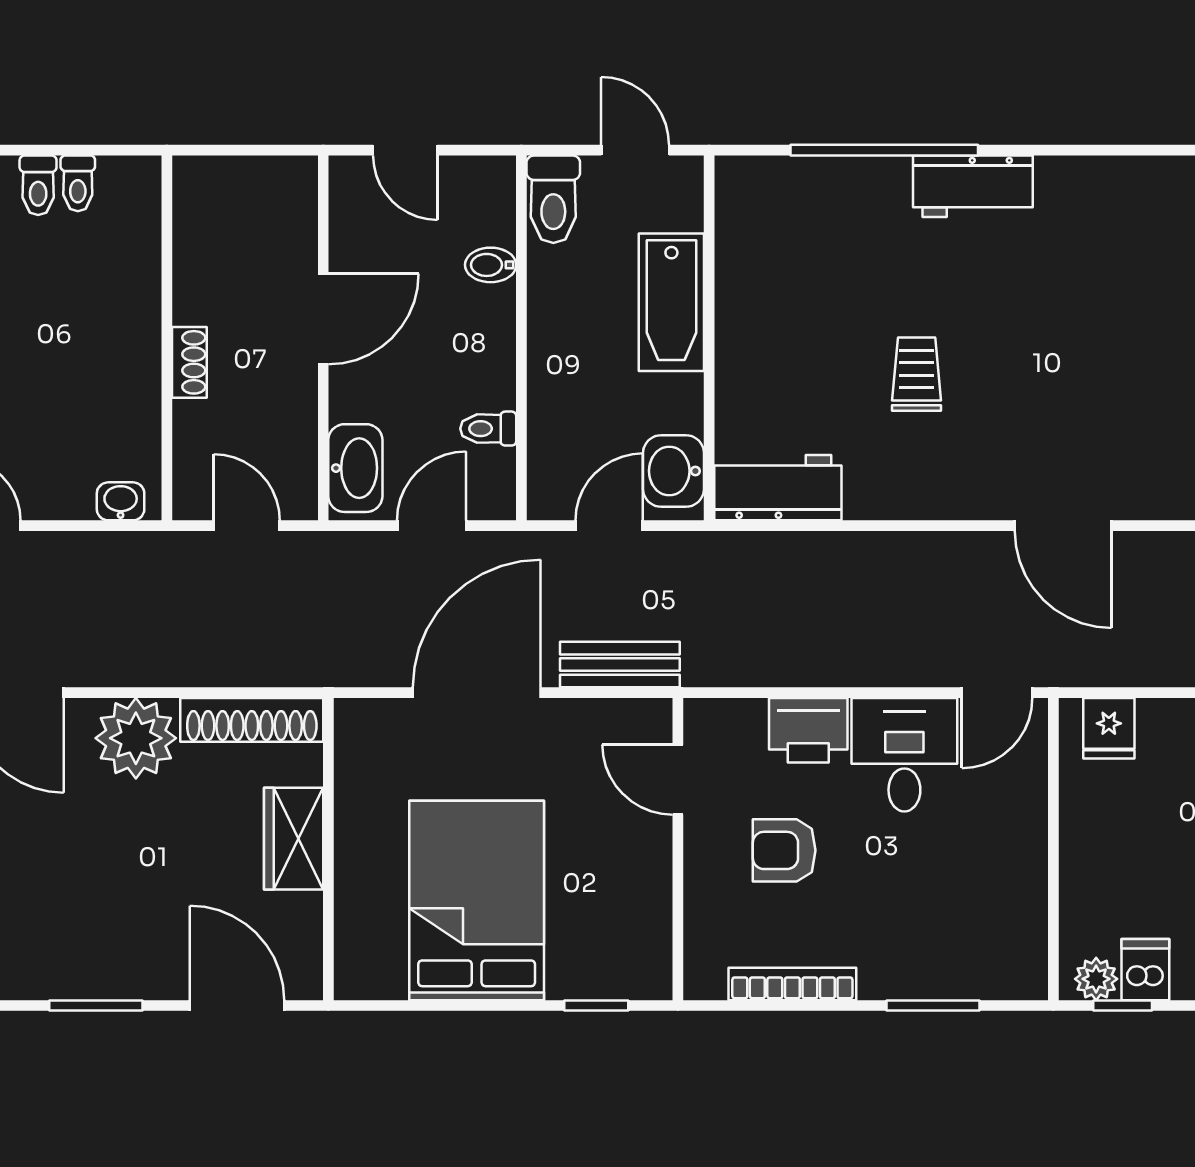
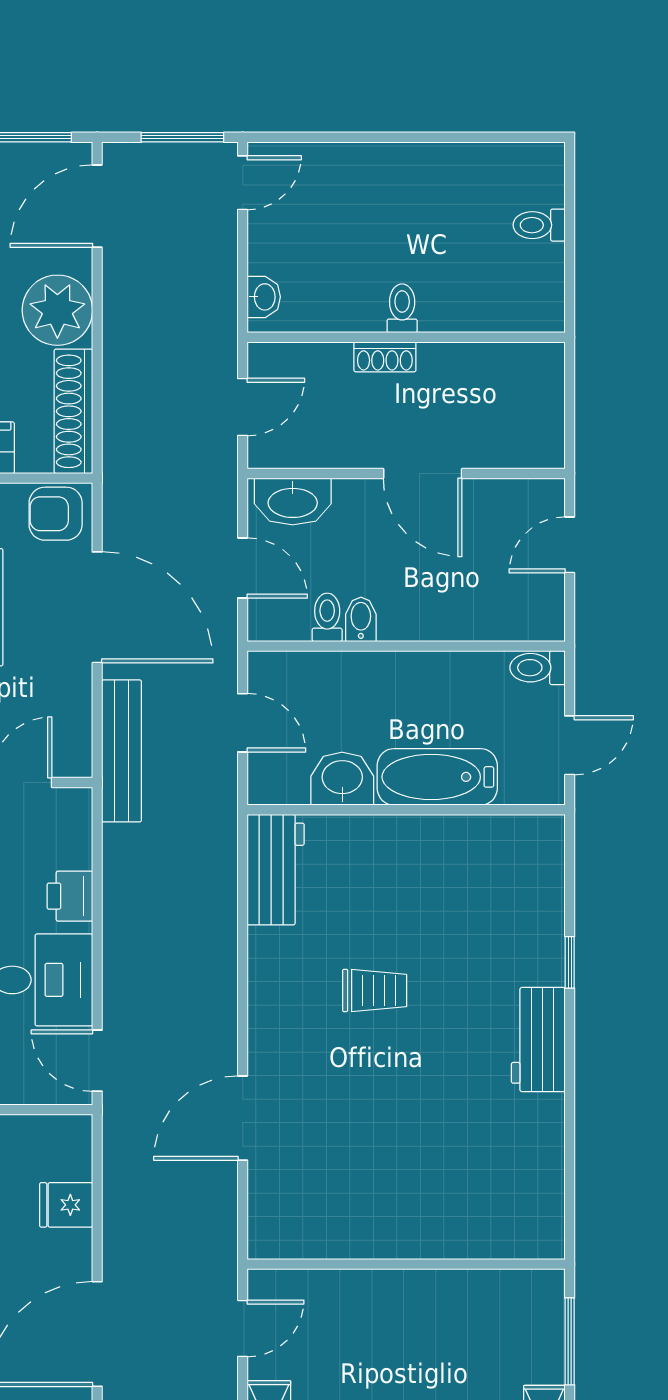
window: (884, 150) -> (570, 962), width x0.32
toilet: (78, 183) -> (402, 308), moved, turned 90
toilet: (553, 199) -> (538, 668), width x0.73, depth x0.72
bidet: (491, 265) -> (361, 619), moved
washbasin: (674, 471) -> (342, 779), moved
bench: (620, 665) -> (122, 751), width x1.36
fridge: (1109, 728) -> (66, 1205), moved
printer: (808, 730) -> (70, 896), width x0.73, depth x0.81
armchair: (369, 740) -> (56, 514), added

